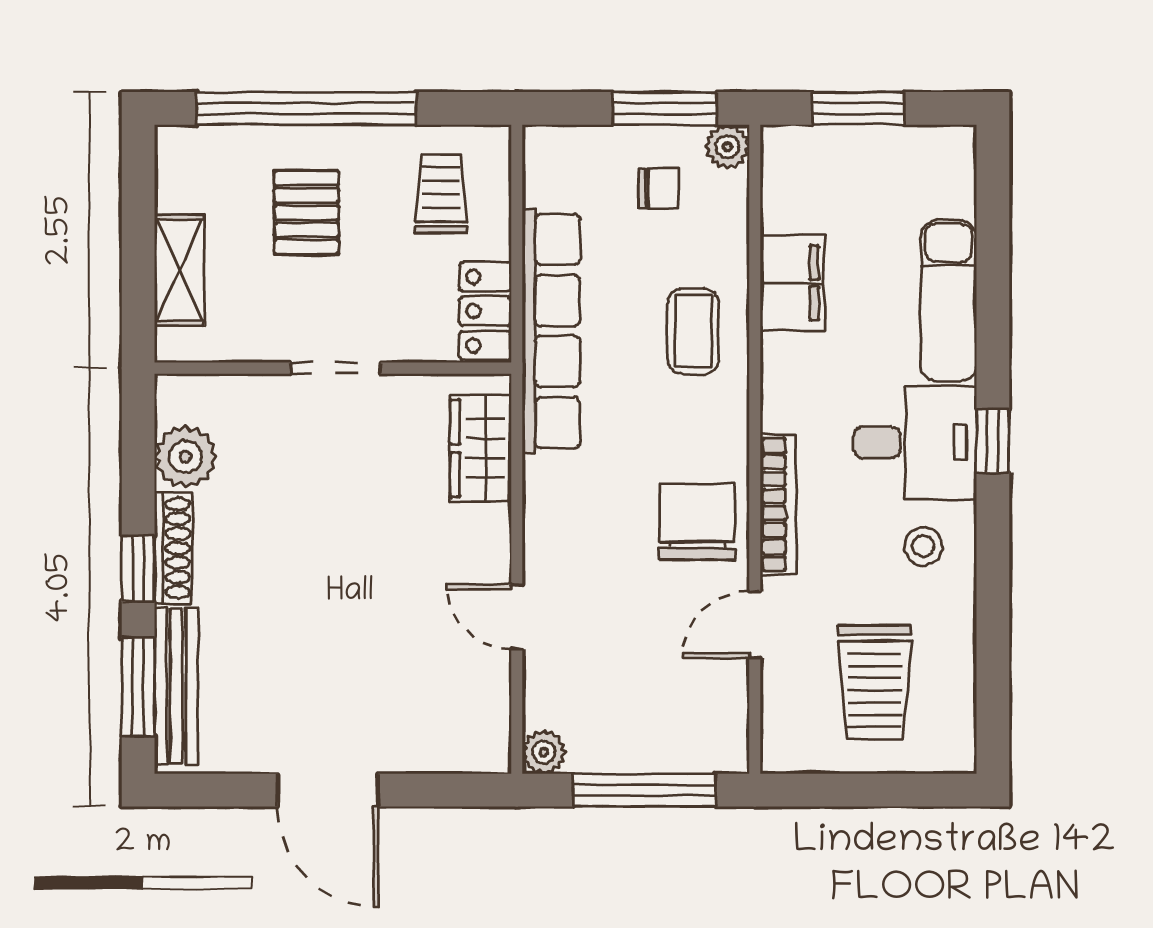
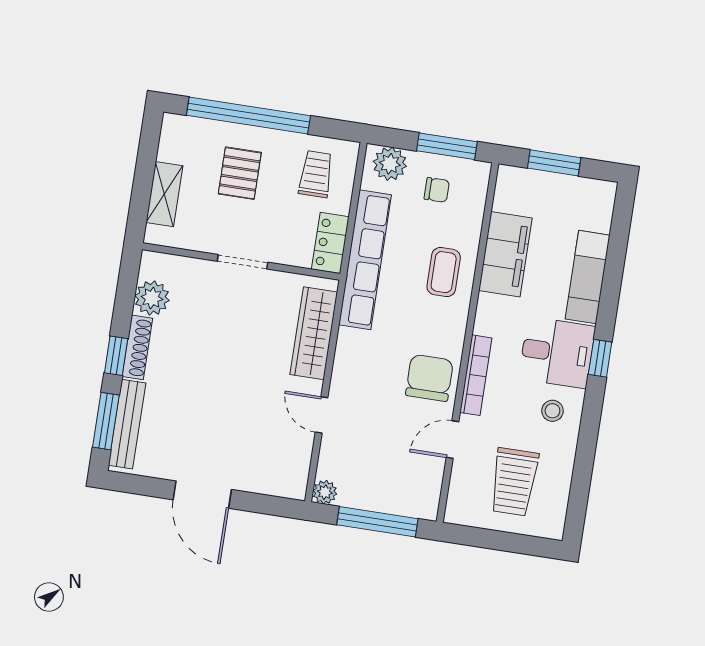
plant: (727, 147) -> (390, 164), moved, width x1.38, depth x1.38
filing cabinet: (792, 283) -> (505, 254), width x1.50, depth x1.17
wardrobe: (481, 448) -> (314, 333), width x1.50

